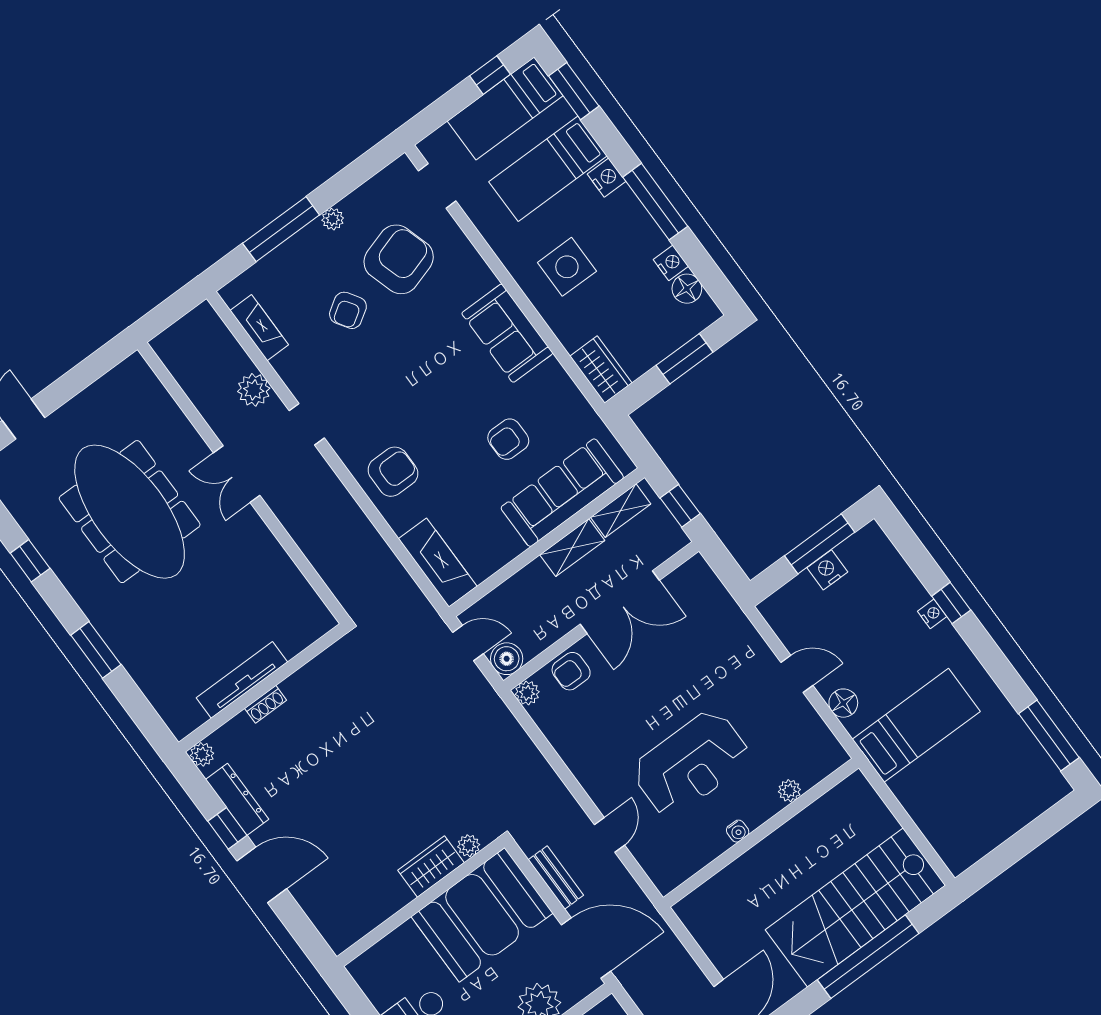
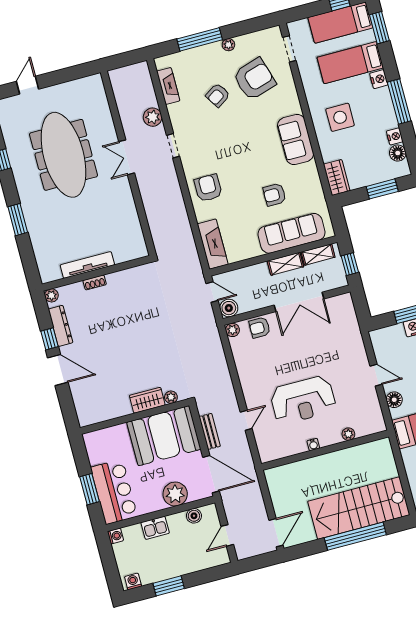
armchair: (393, 472) -> (208, 188), turned -90

